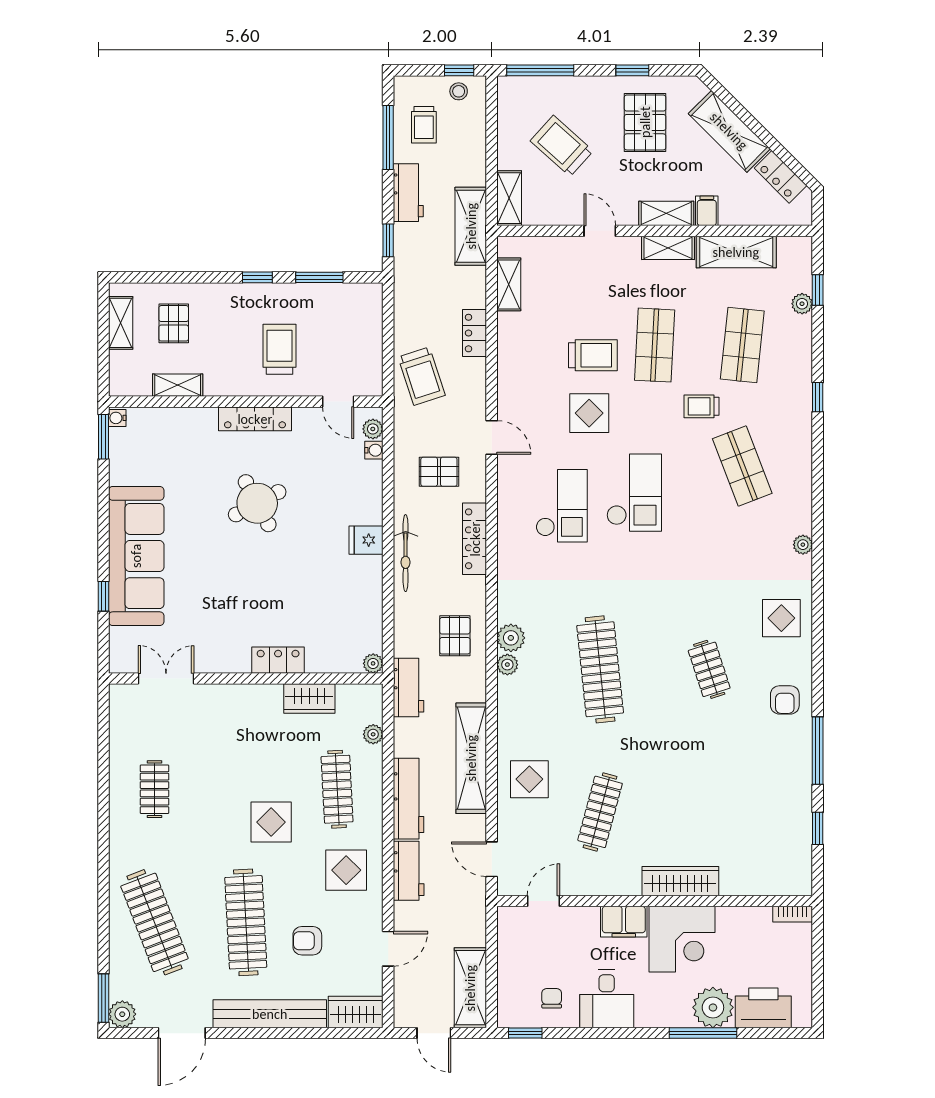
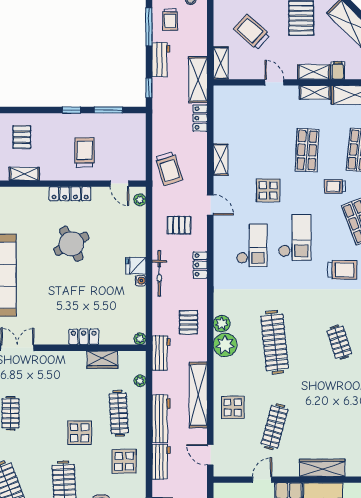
shelving: (509, 284) -> (220, 160), moved
locker: (474, 333) -> (200, 118), moved
trolley: (593, 355) -> (342, 270), moved
water cooler: (374, 450) -> (141, 281), moved
locker: (475, 539) -> (200, 265), width x0.66
plant: (507, 665) -> (225, 345), width x1.88, depth x1.88
door: (543, 901) -> (262, 480), moved

